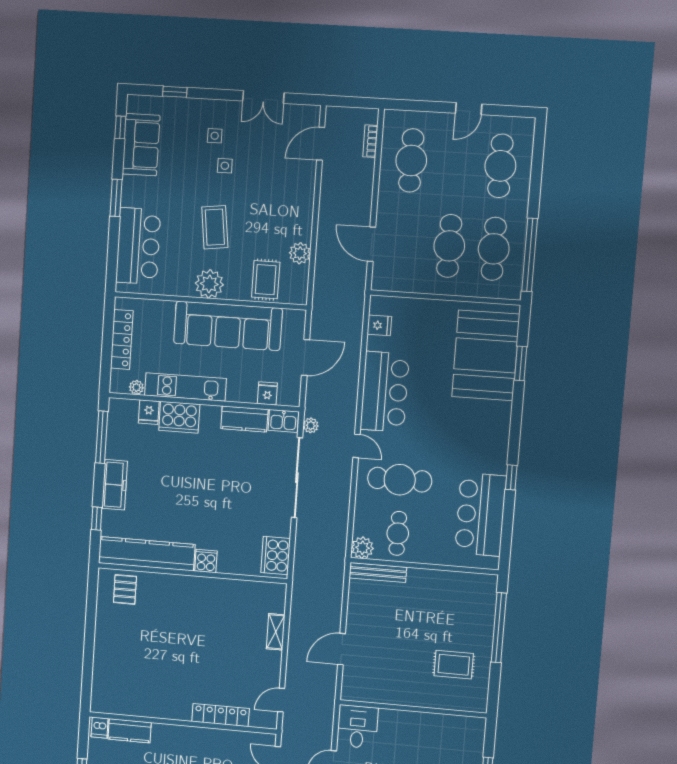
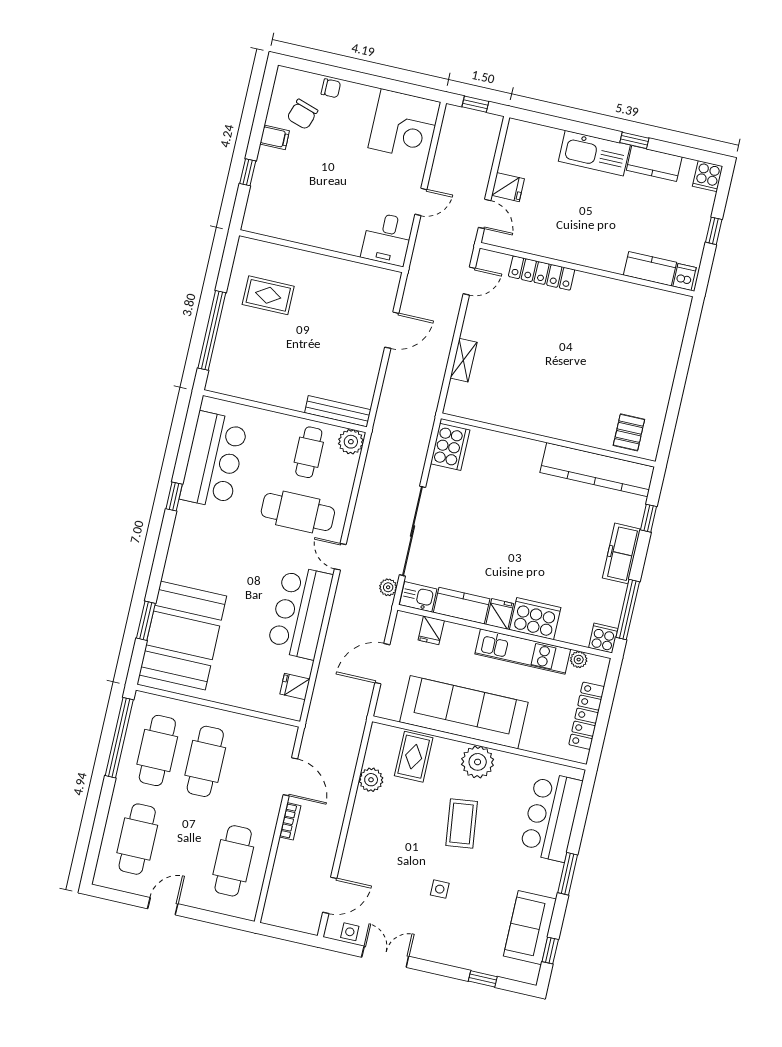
side table: (215, 136) -> (350, 932), moved
bookcase: (370, 141) -> (290, 821), moved
fridge: (149, 412) -> (500, 614), moved
cooker: (206, 561) -> (603, 638), moved, turned 180

